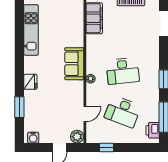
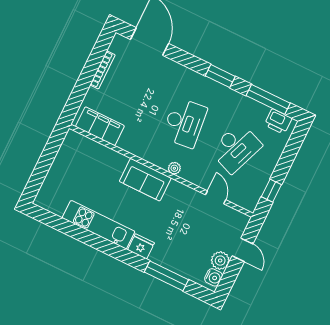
kitchen unit: (31, 30) -> (99, 225), moved
window: (19, 107) -> (166, 276), width x1.44
plant: (77, 137) -> (220, 261), moved

